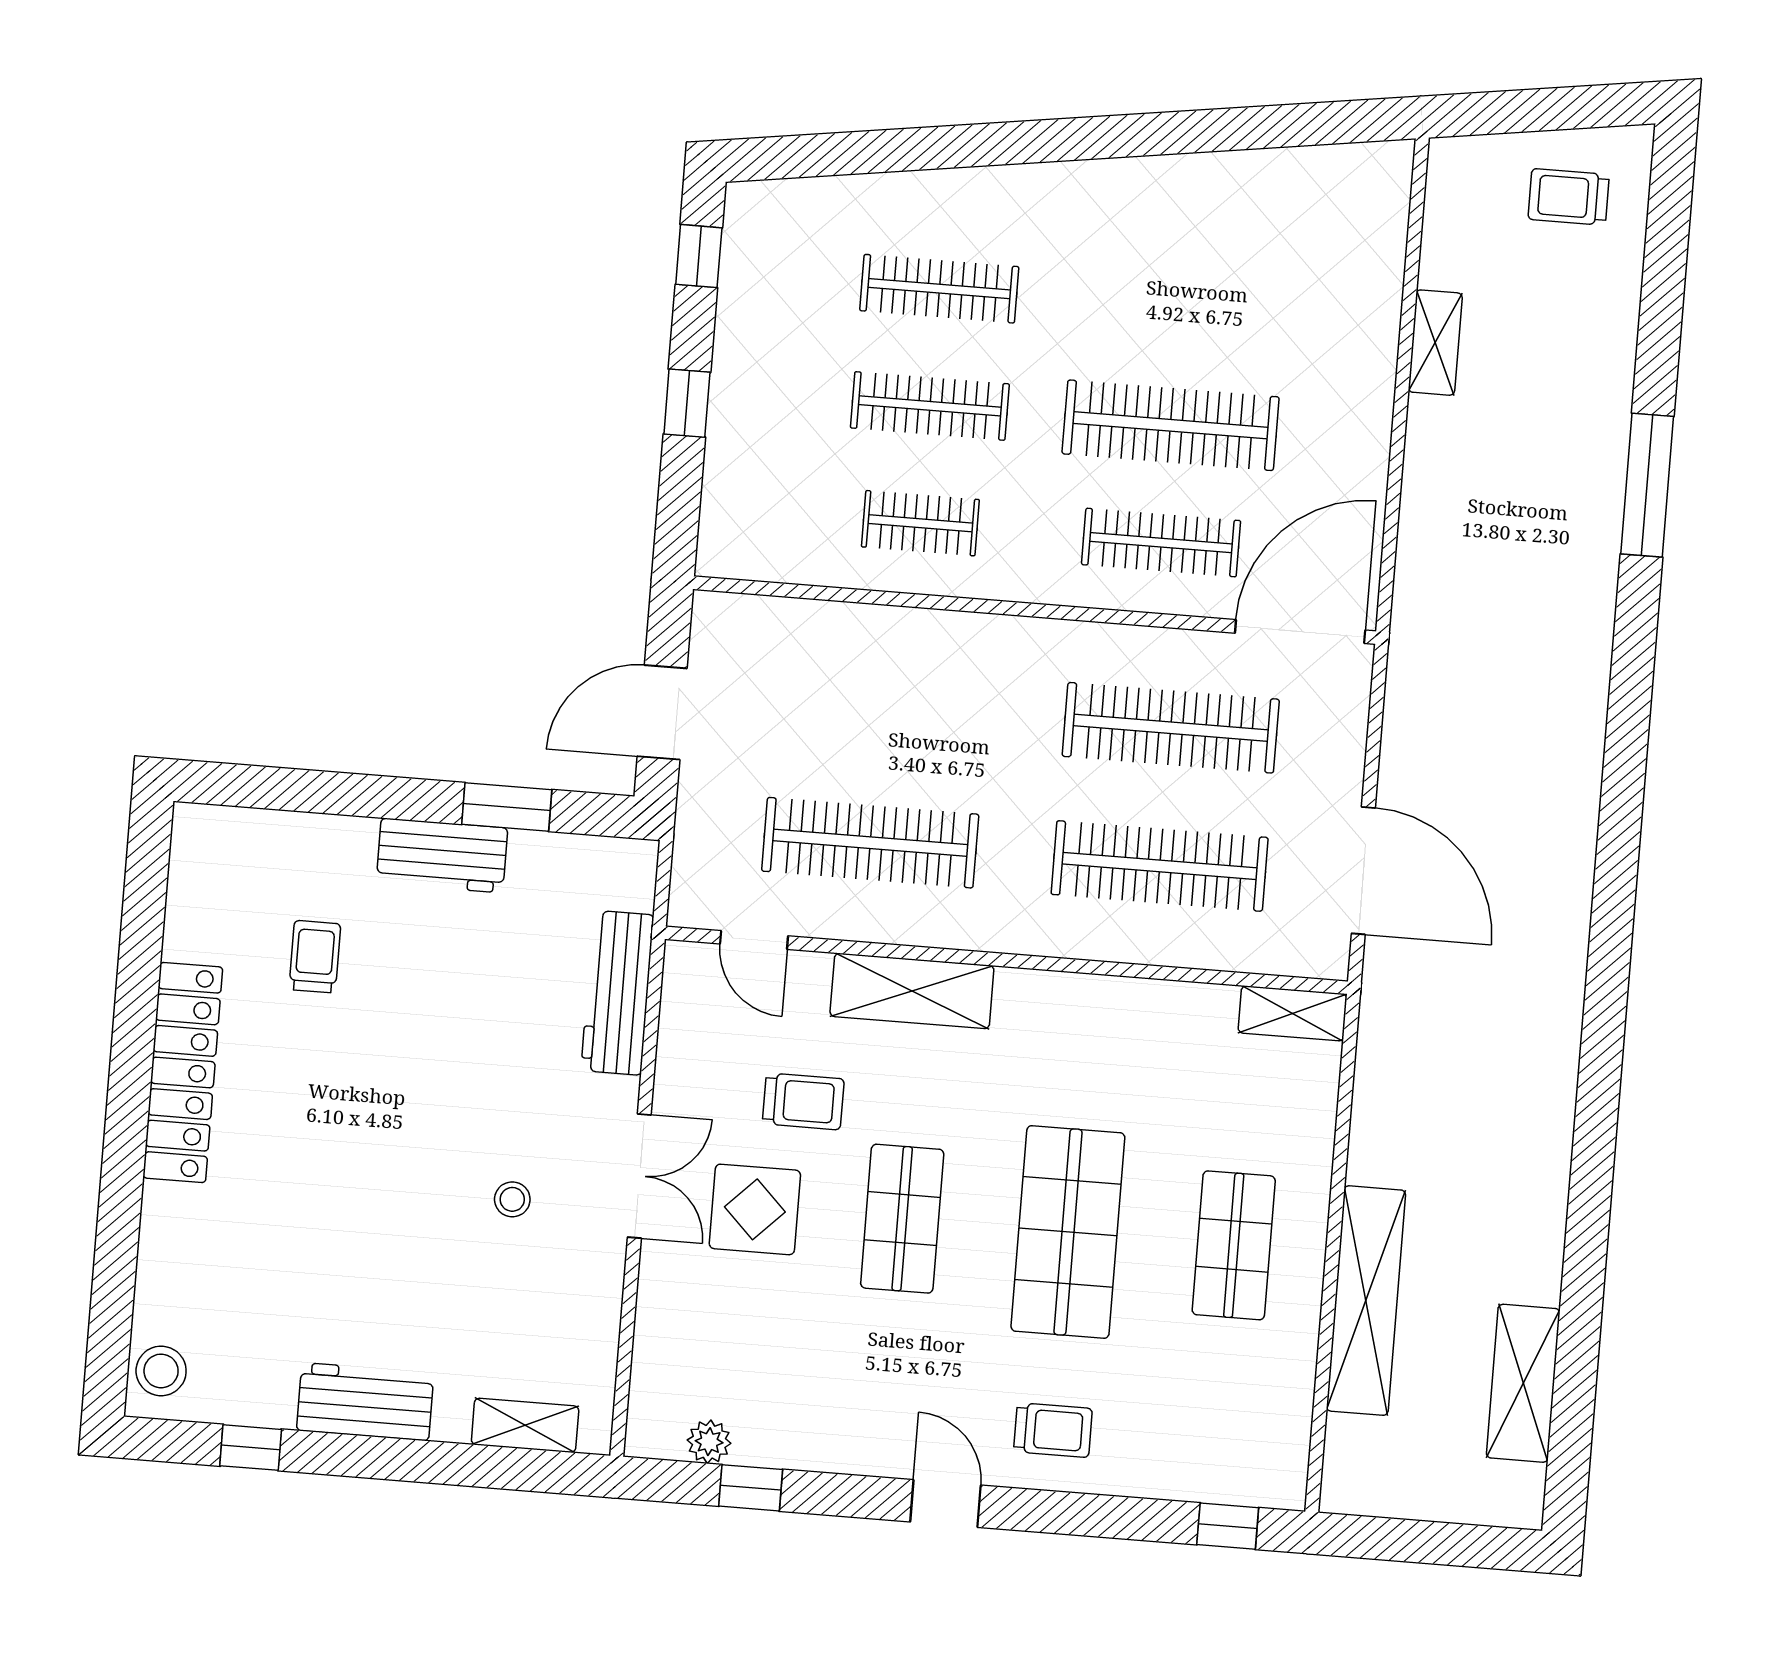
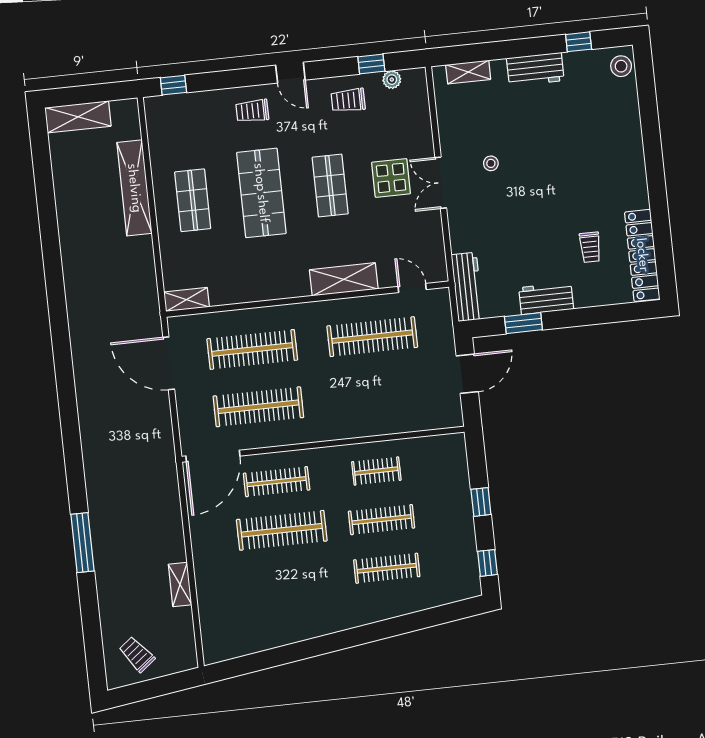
trolley: (1569, 197) -> (137, 654), turned -128
workbench: (617, 993) -> (467, 287), moved
locker: (183, 1072) -> (642, 255), moved
trolley: (803, 1101) -> (348, 100), moved
shelving: (1523, 1383) -> (78, 117), moved, turned 90

